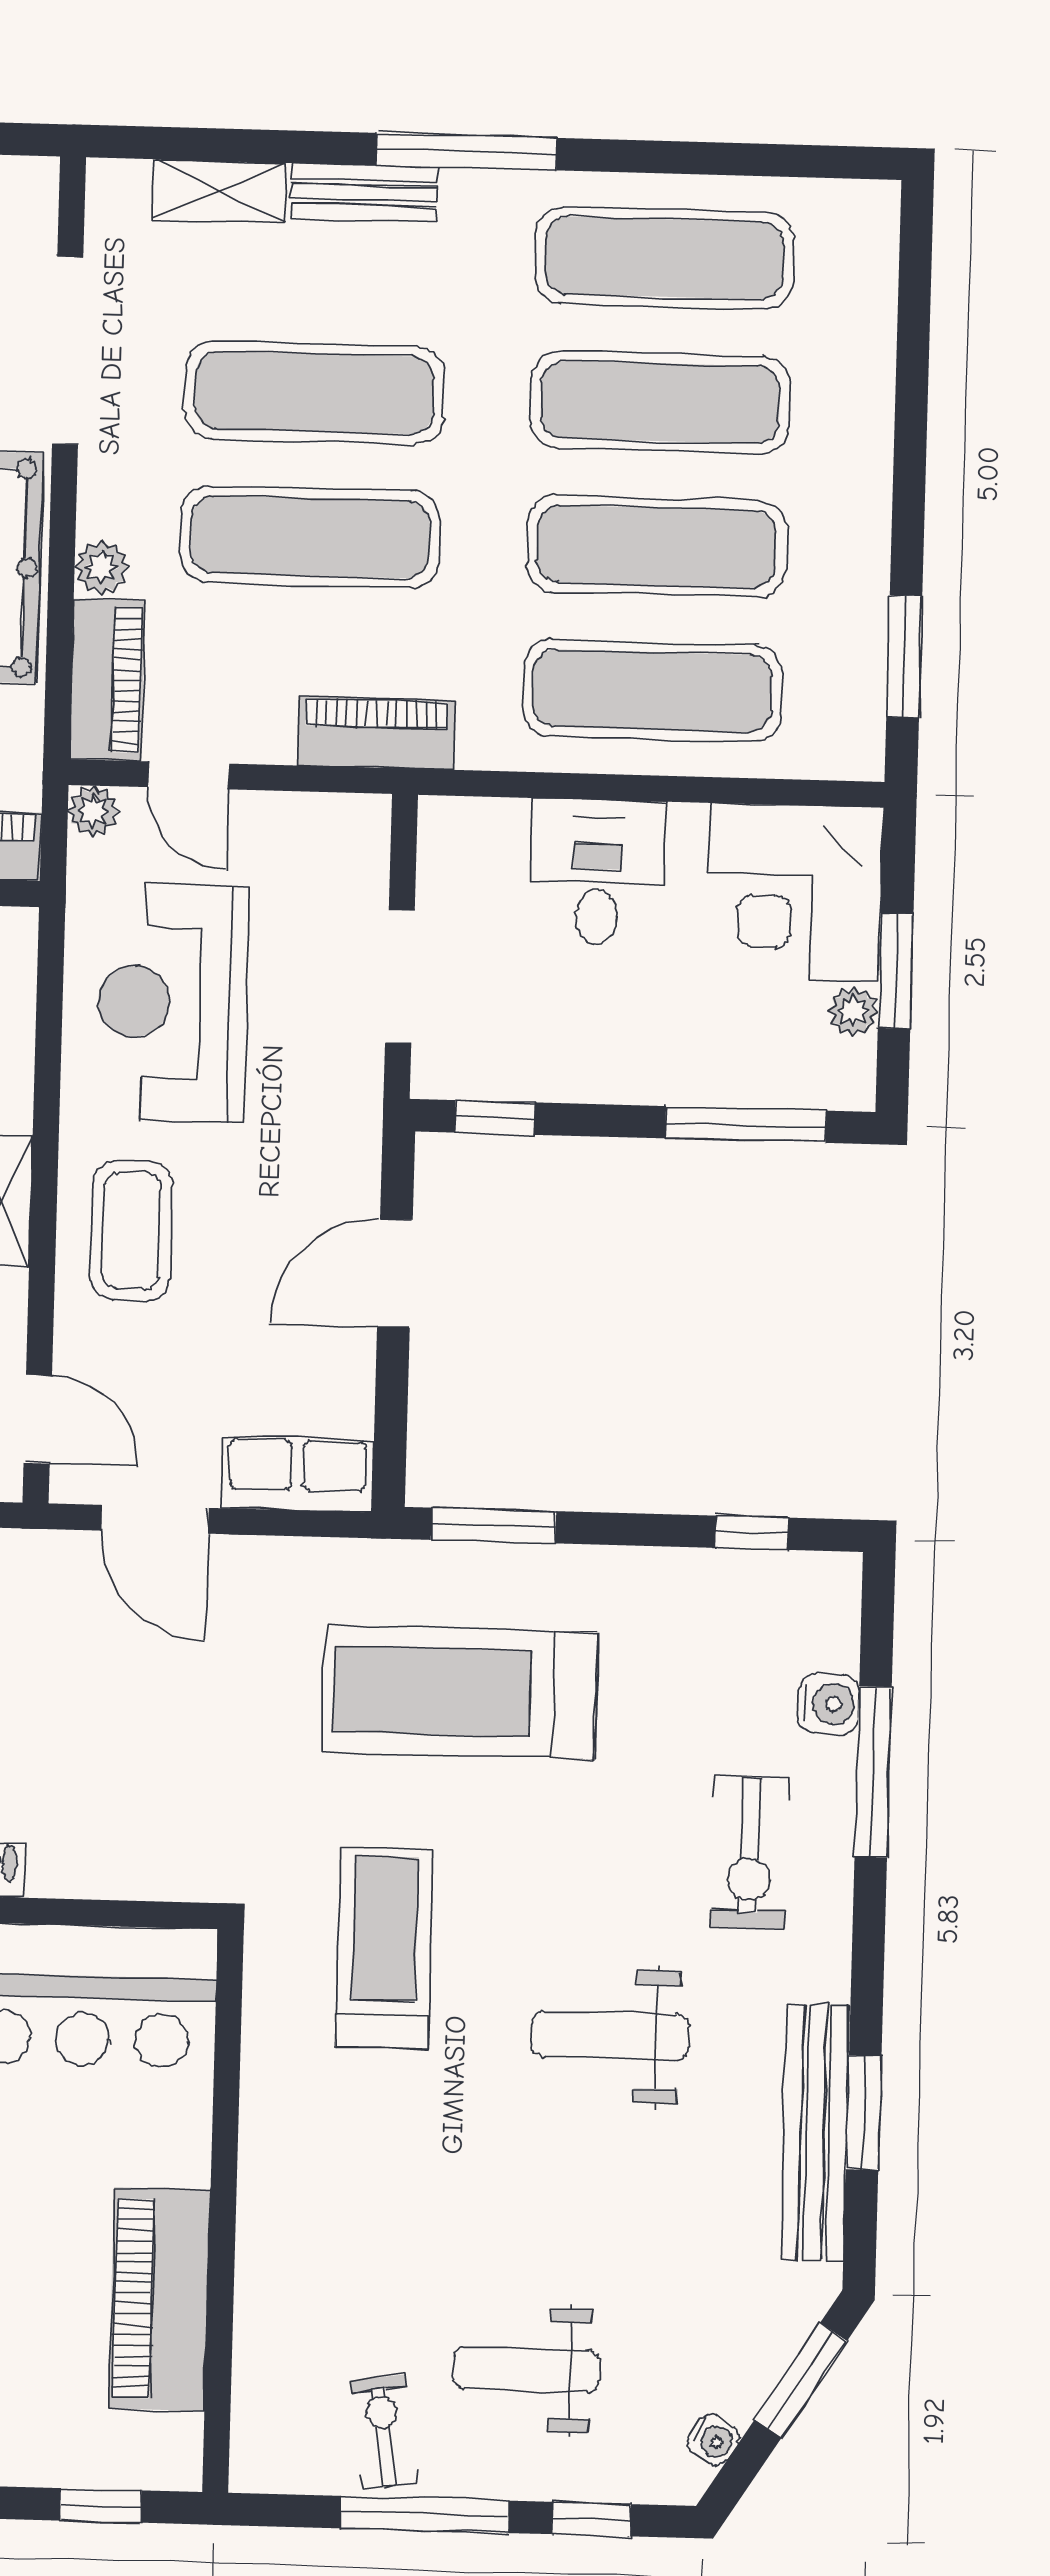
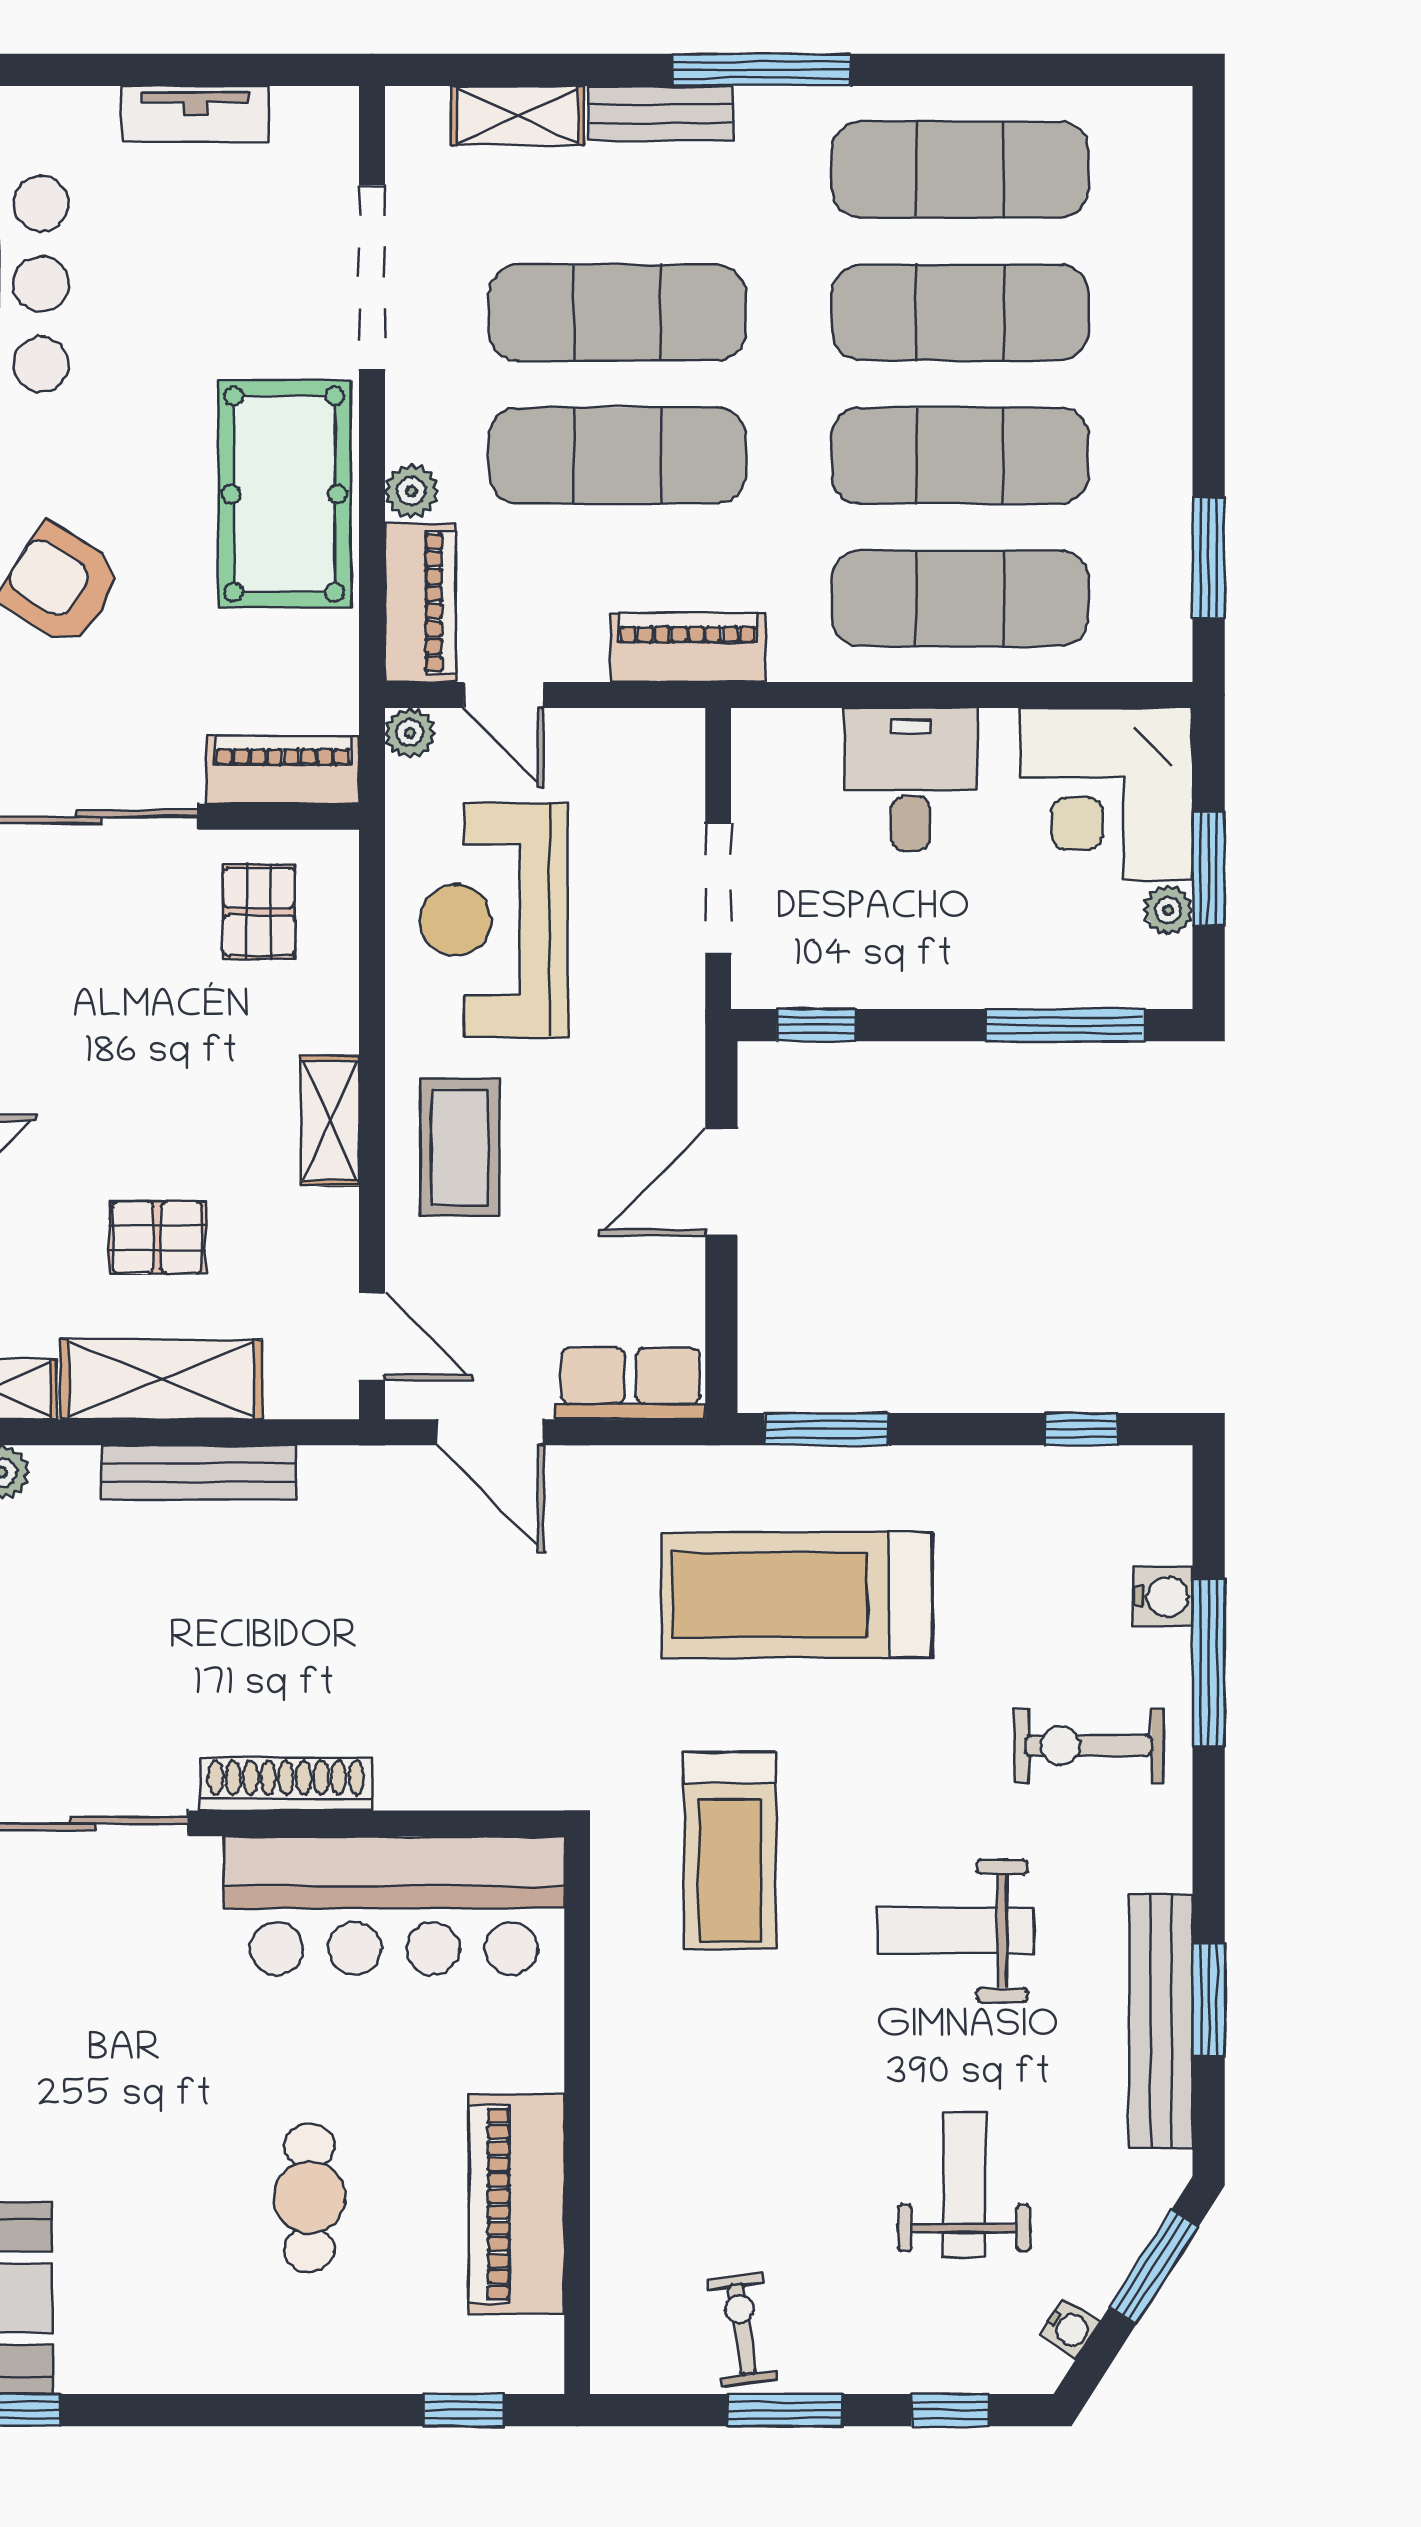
exercise bike: (750, 1852) -> (1089, 1746), turned 90
treadmill: (385, 1948) -> (730, 1850), turned 180
weight bench: (526, 2369) -> (964, 2185), moved, turned 90
window: (425, 2514) -> (785, 2410), width x0.69

